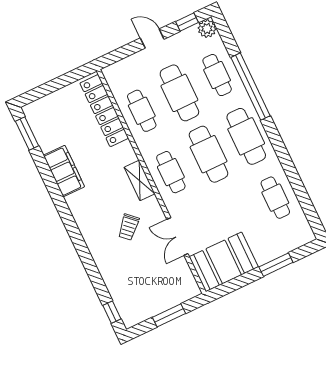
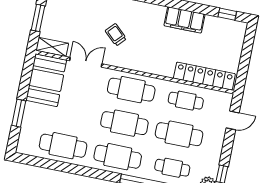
door: (152, 39) -> (233, 120), moved
window: (27, 134) -> (227, 14), width x0.67
cafe table: (171, 172) -> (131, 90), width x1.37, depth x1.35
shelving: (140, 180) -> (52, 47), moved
cafe table: (275, 198) -> (63, 146), width x1.37, depth x1.35

